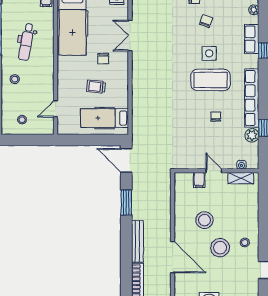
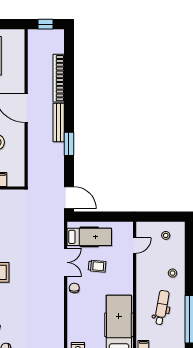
double door: (130, 36) -> (66, 262), moved
chair: (103, 59) -> (74, 288), moved
window: (126, 202) -> (69, 144), moved

